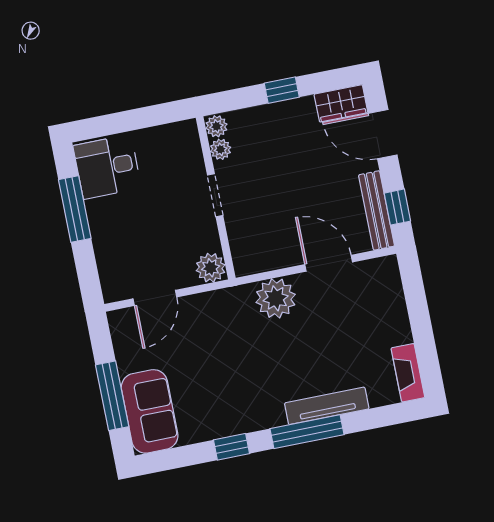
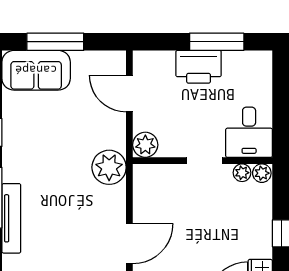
desk: (107, 167) -> (249, 132), moved, turned 180
printer: (108, 224) -> (199, 67), added
plant: (276, 298) -> (109, 167), moved

